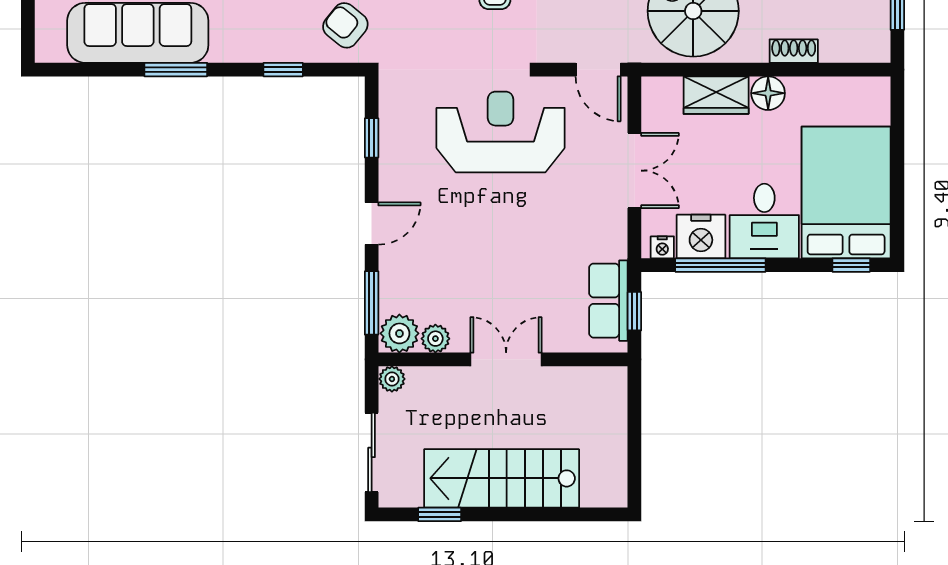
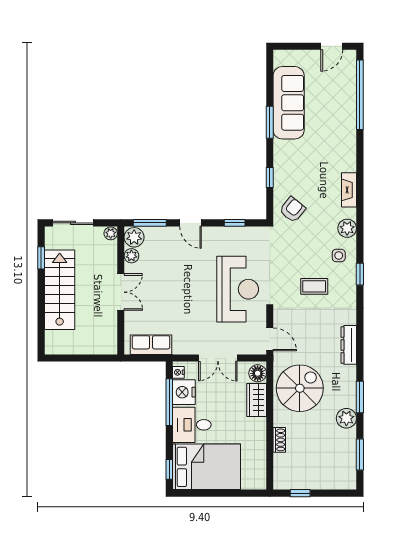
door: (598, 70) -> (270, 339), swing flipped
floor lamp: (768, 93) -> (258, 373), moved
window: (634, 311) -> (146, 358), removed

